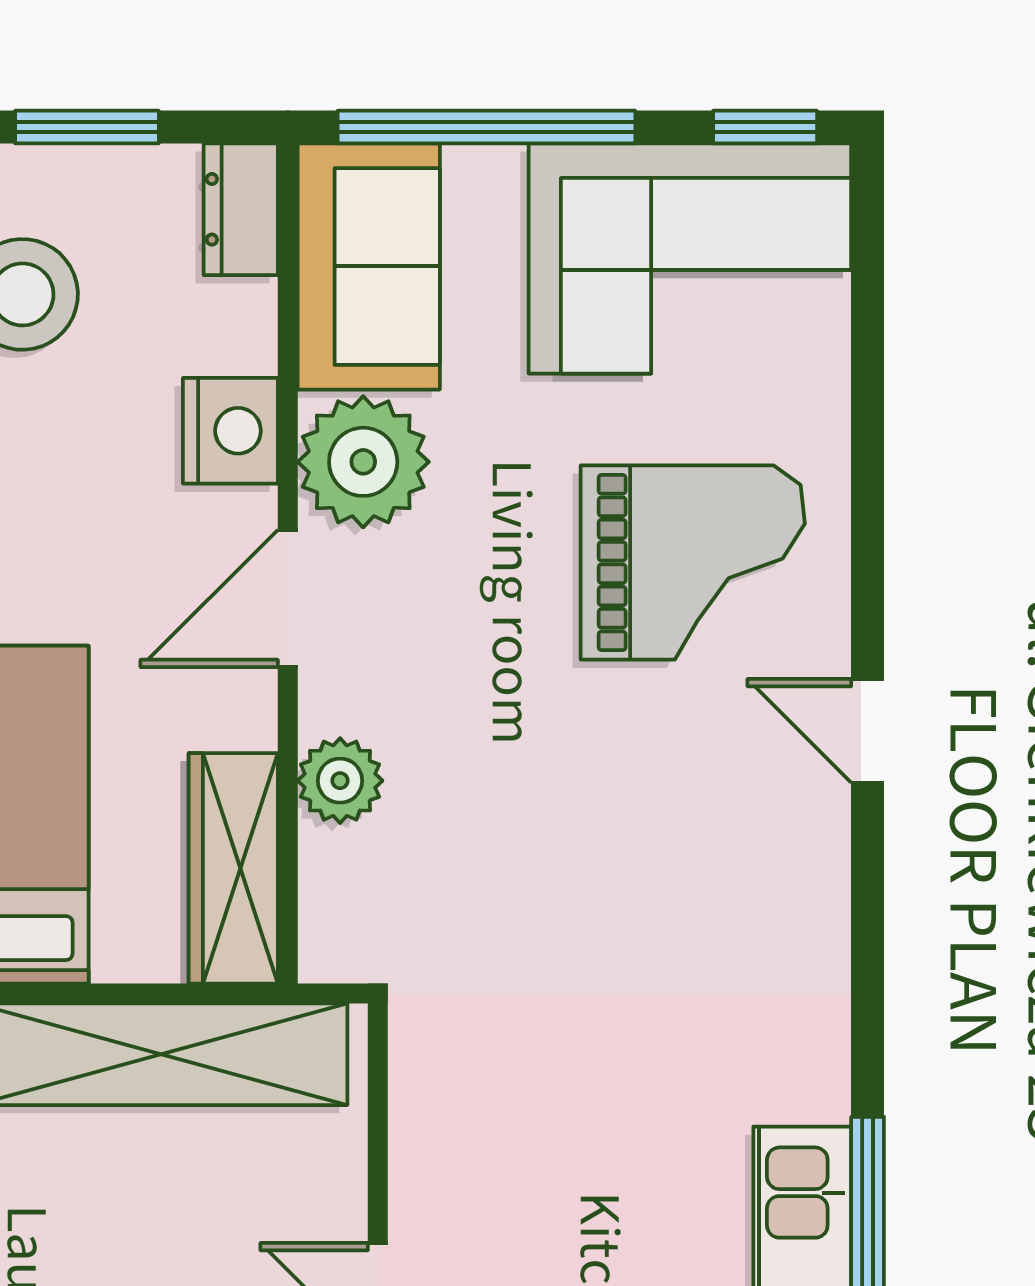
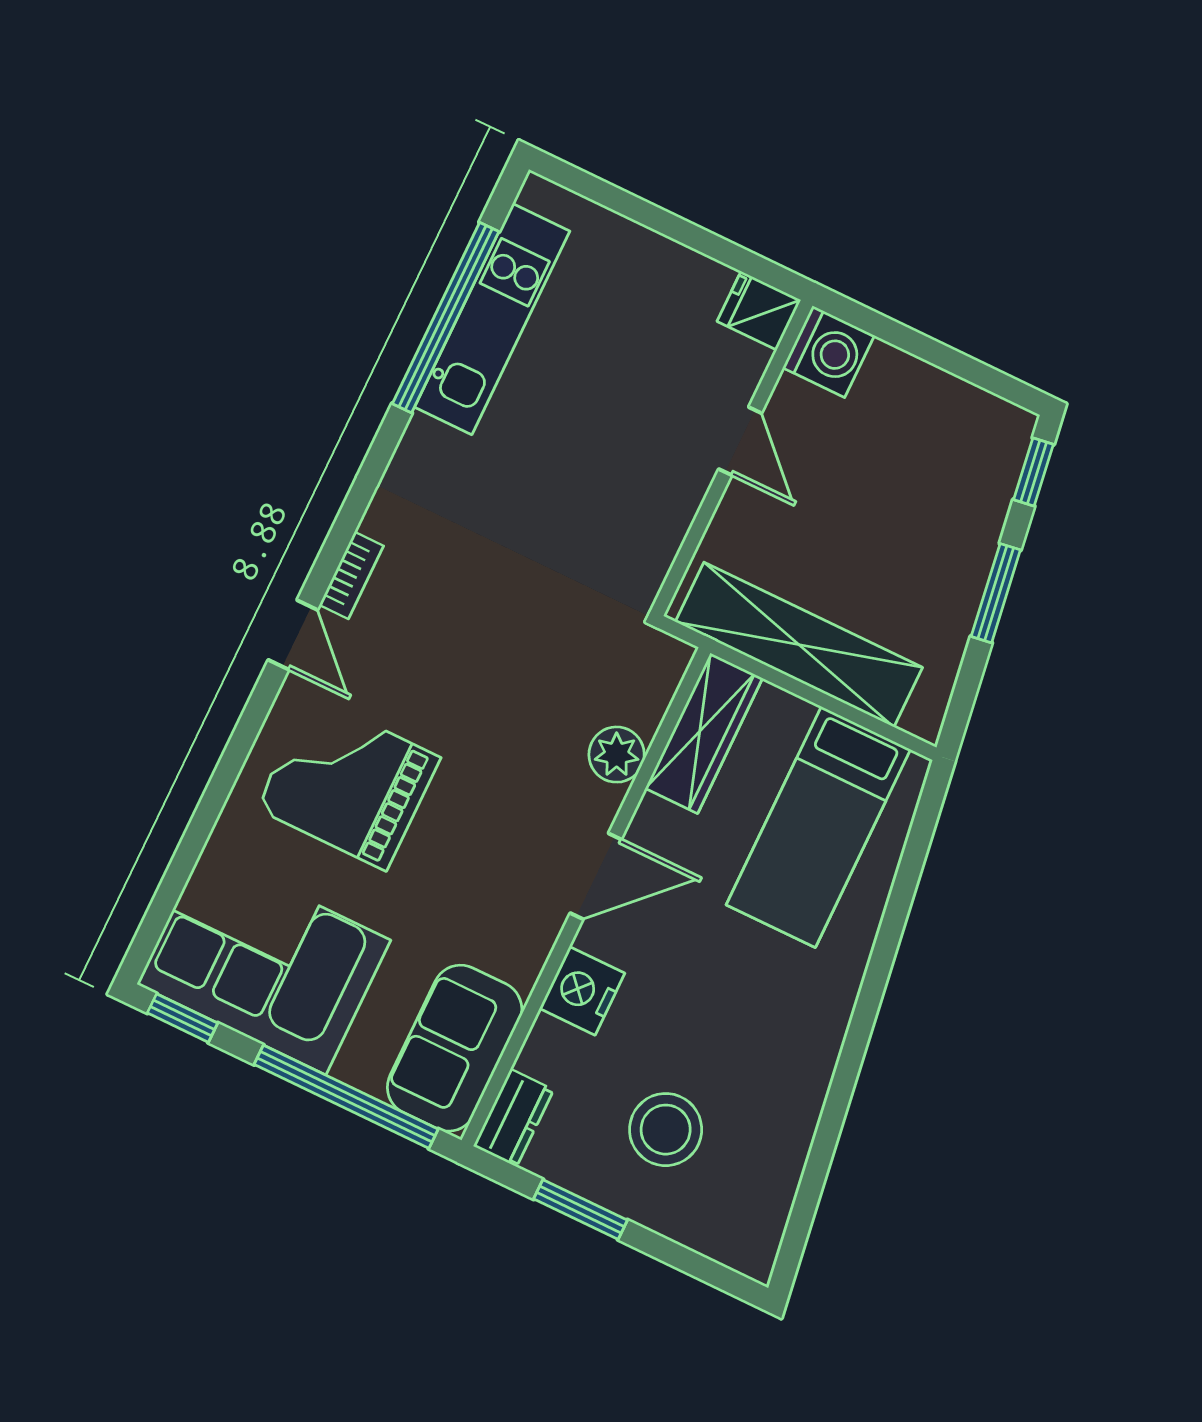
plant: (363, 462) -> (513, 935), removed
bookcase: (826, 852) -> (351, 575), added

